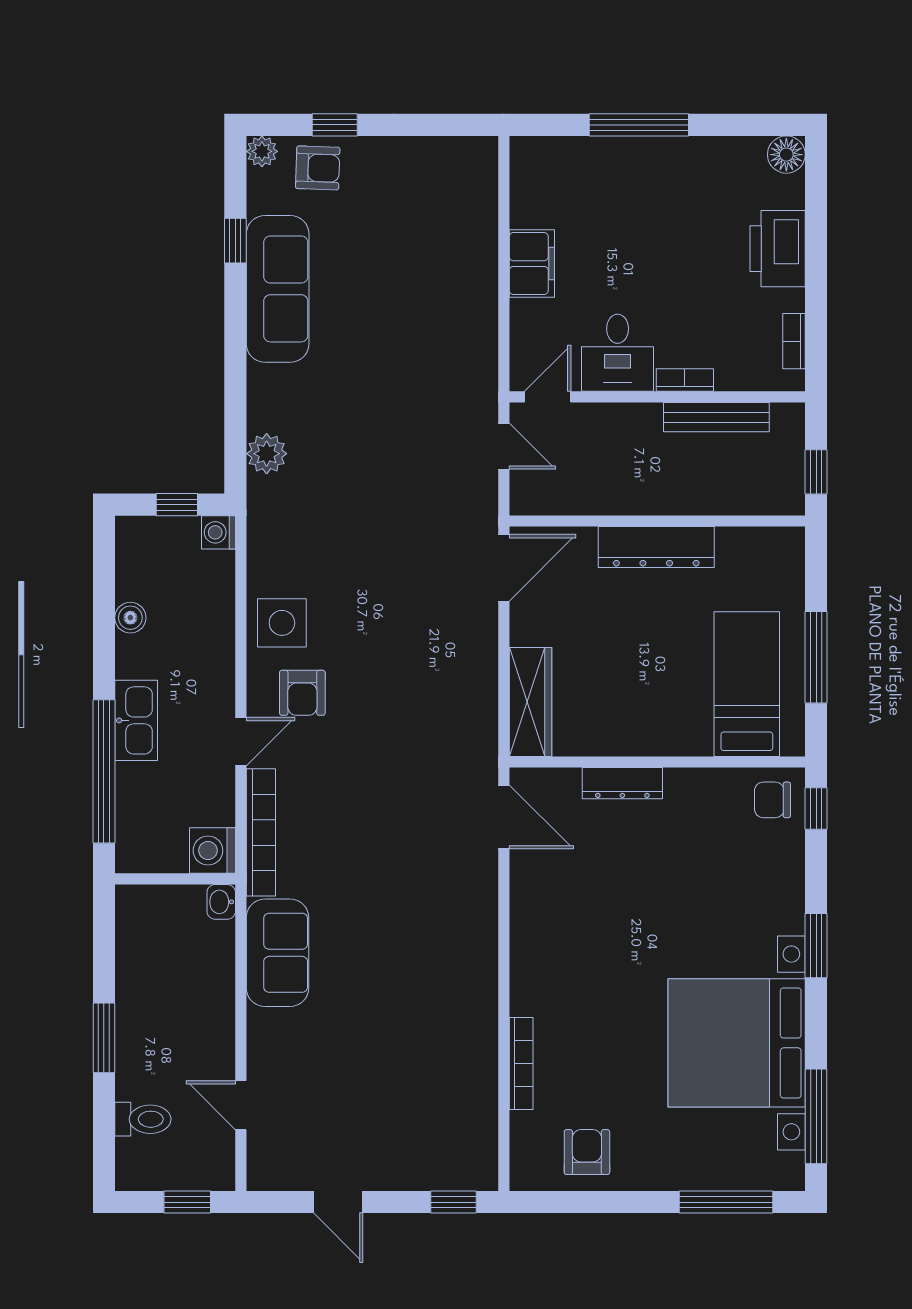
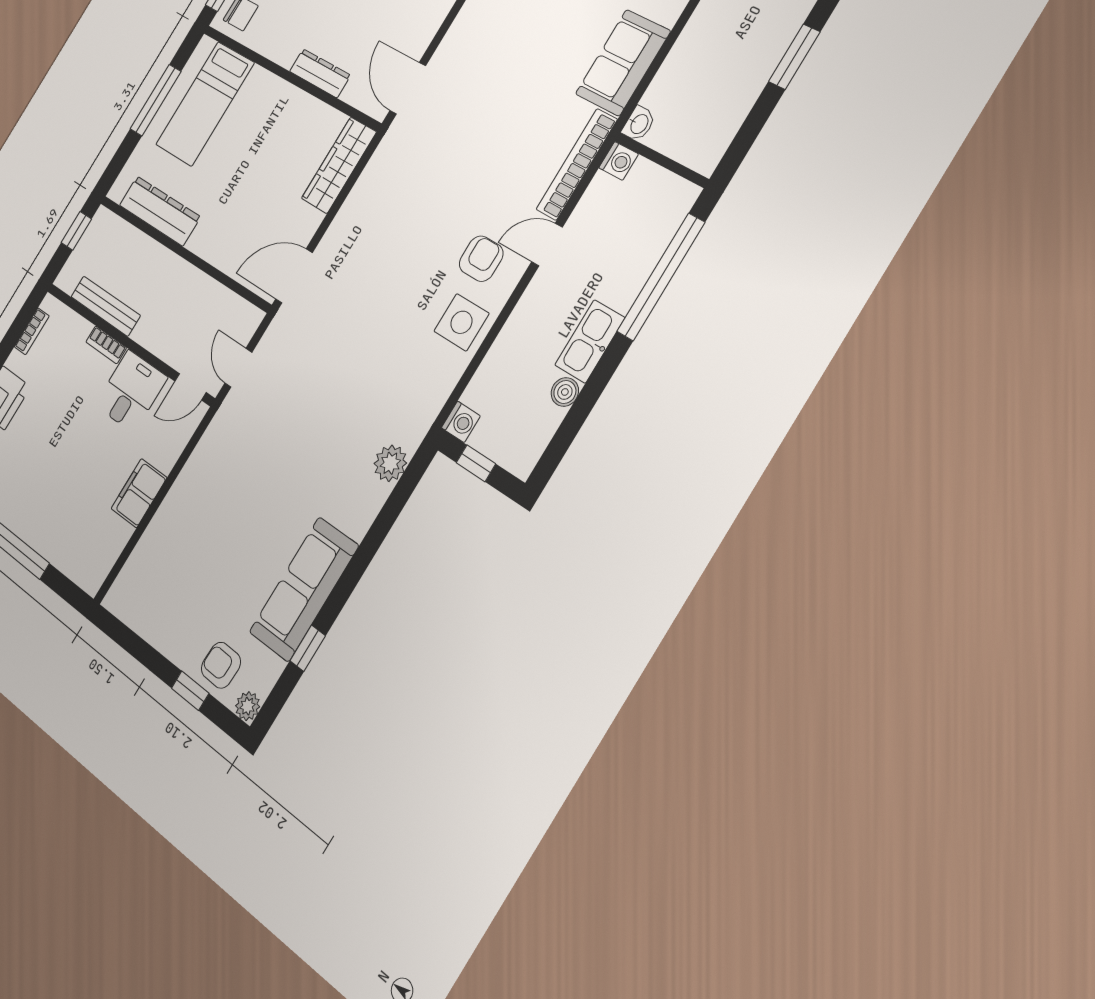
dresser: (656, 547) -> (160, 211), moved
kitchen sink: (136, 720) -> (590, 341), moved
washing machine: (213, 851) -> (619, 161), width x0.73, depth x0.73

